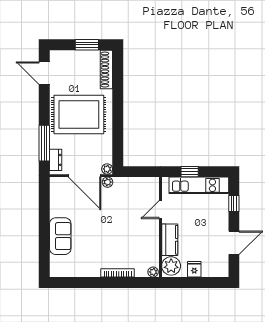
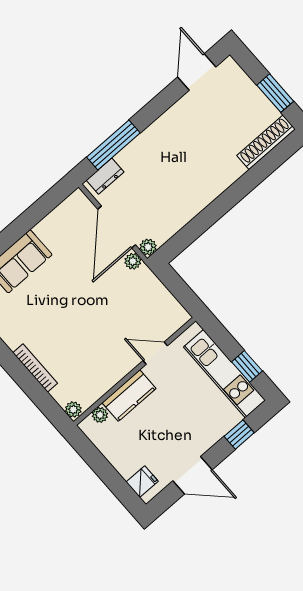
rug: (79, 114) -> (184, 157), removed
window: (190, 172) -> (247, 366), moved
plant: (171, 266) -> (100, 415), width x0.53, depth x0.53
fridge: (194, 269) -> (142, 482), moved

